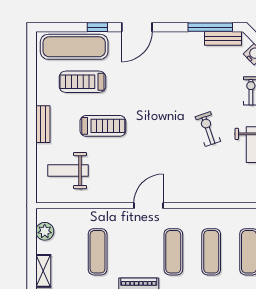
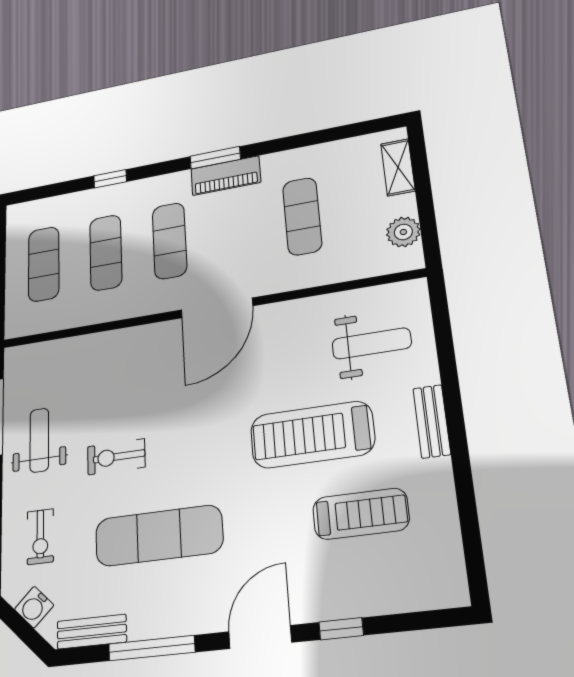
window: (210, 27) -> (152, 648), moved
exercise mat: (74, 47) -> (159, 536), moved
treadmill: (103, 126) -> (312, 435), width x1.37, depth x1.38
exercise bike: (208, 129) -> (116, 457), turned 109
door: (148, 206) -> (217, 308), width x1.36

